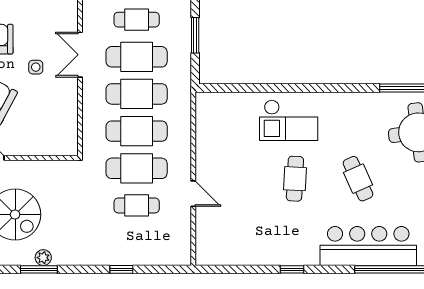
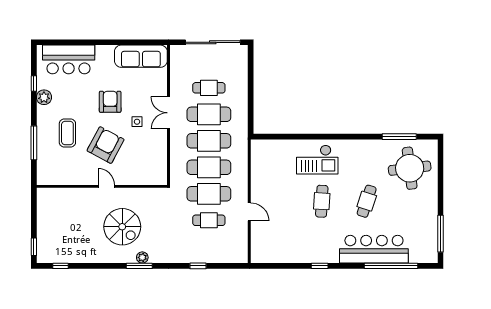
window: (195, 35) -> (251, 99), removed
cafe table: (358, 179) -> (367, 201), turned 42

